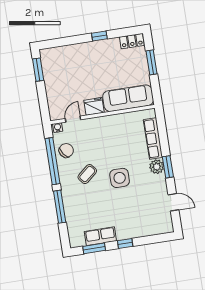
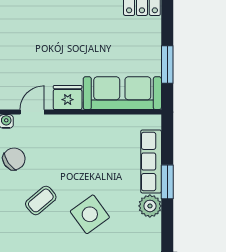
window: (152, 62) -> (167, 64), moved
window: (168, 167) -> (167, 182), moved
side table: (120, 178) -> (90, 214), turned -36

